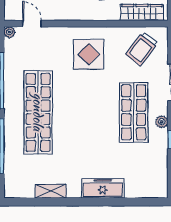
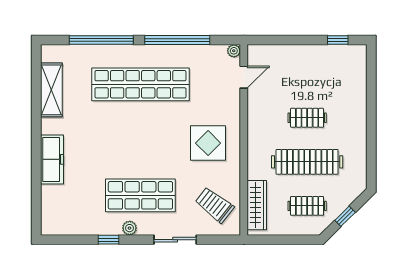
shelving: (51, 191) -> (51, 90), width x1.50, depth x1.33

